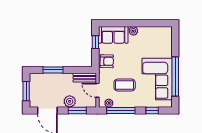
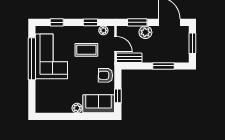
window: (121, 110) -> (90, 22), width x0.46

